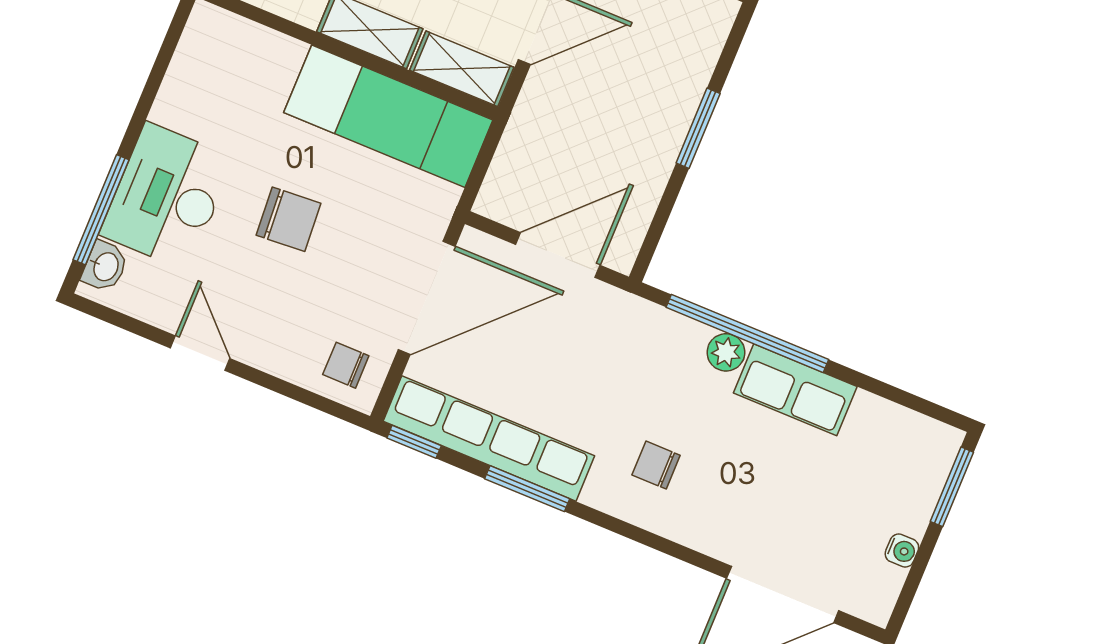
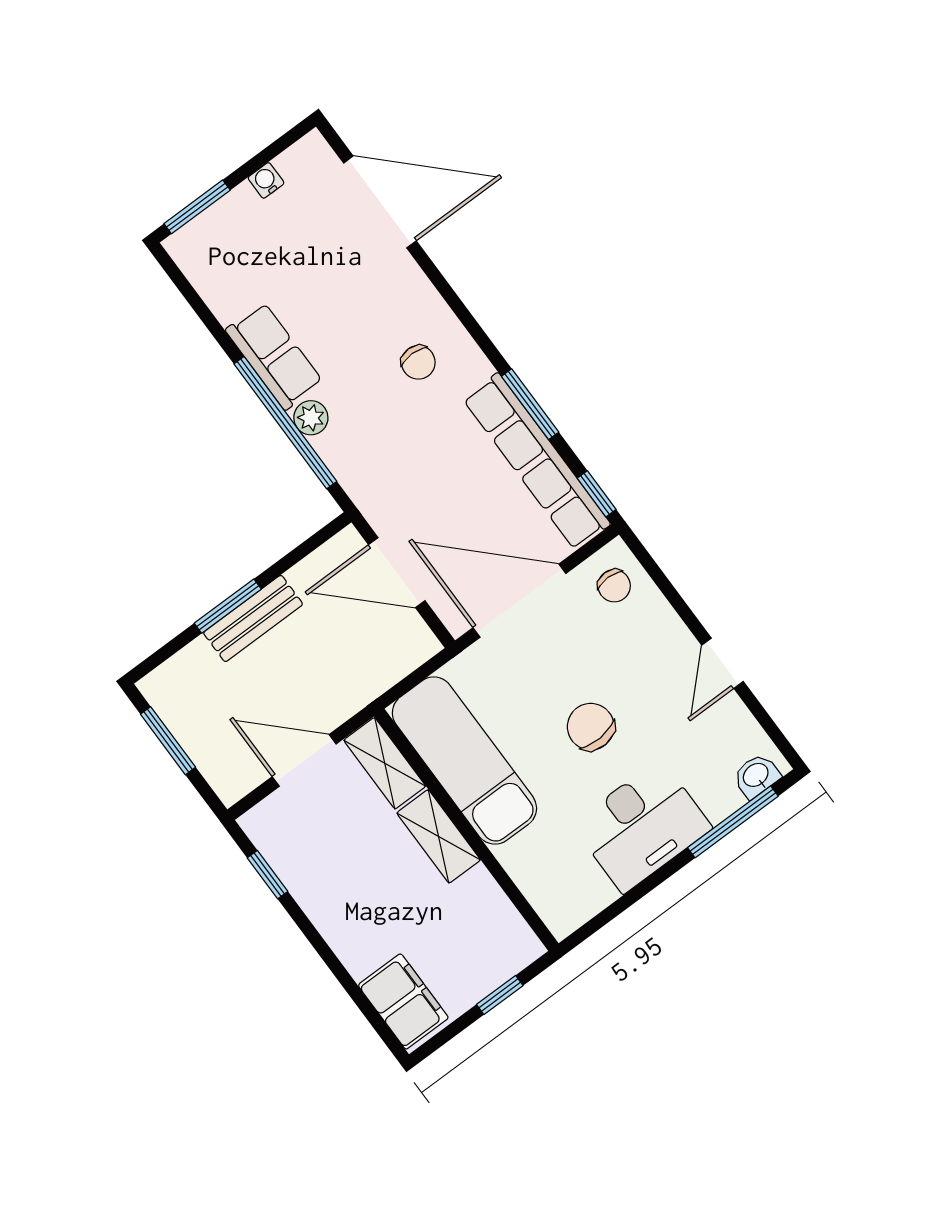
bench: (667, 131) -> (253, 618), added
desk: (167, 196) -> (642, 826), moved

